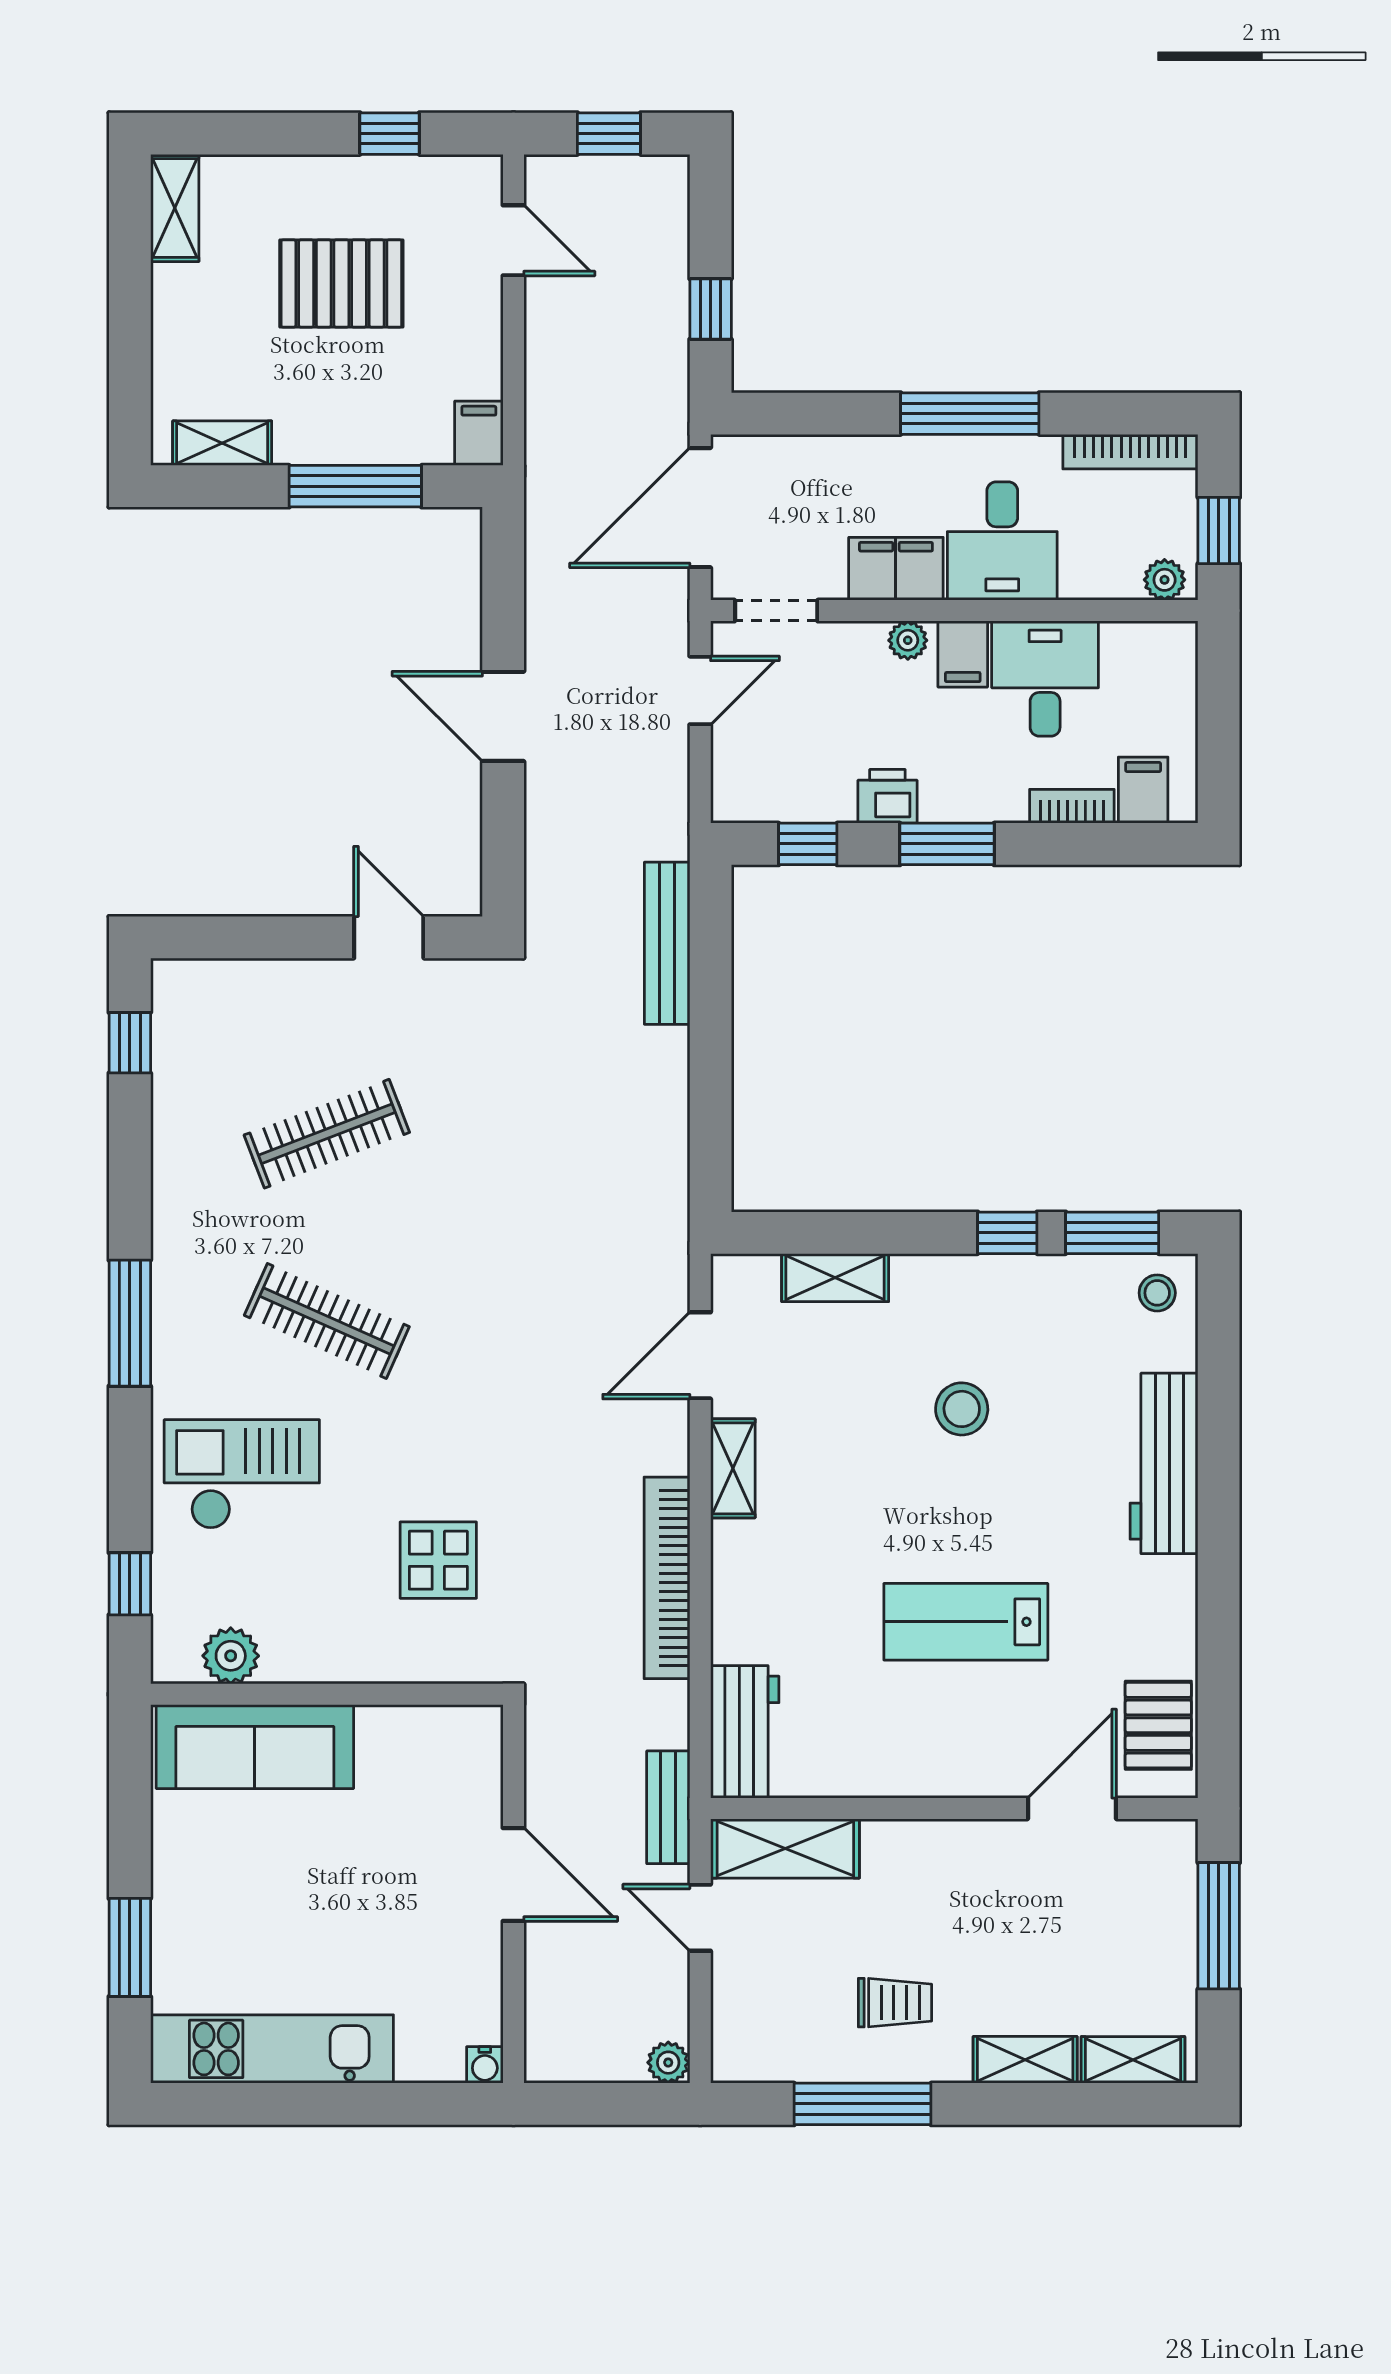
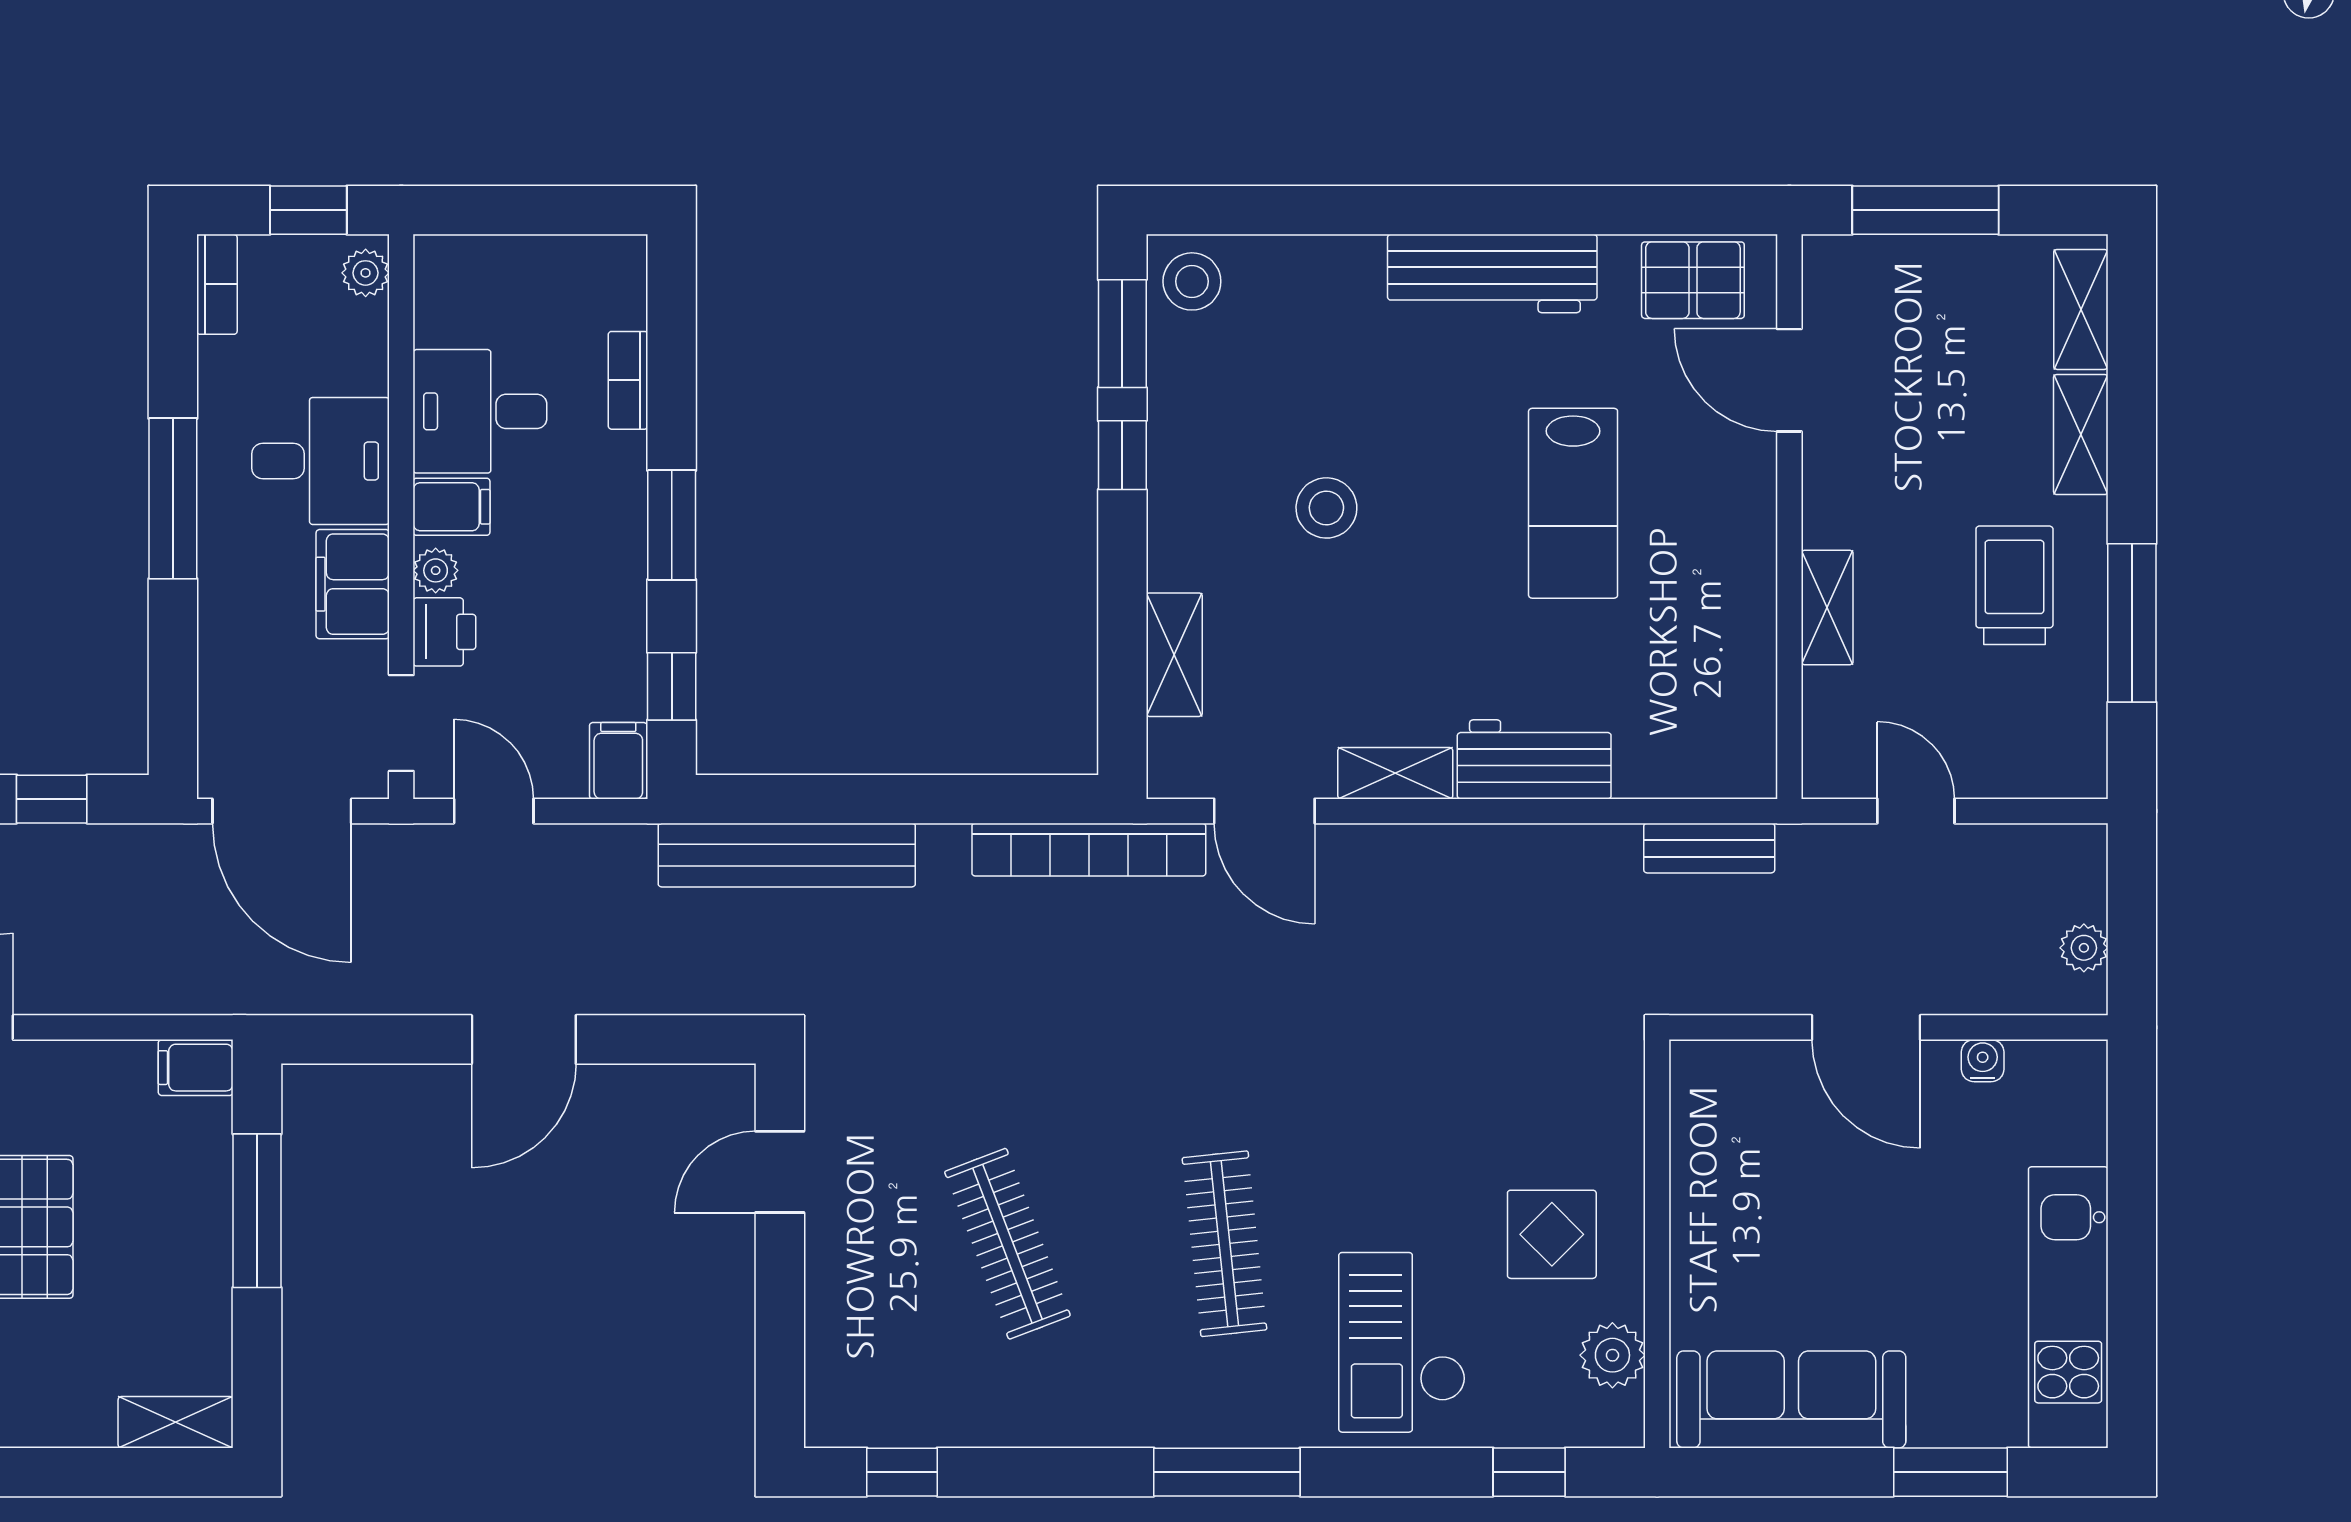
shelving: (222, 443) -> (176, 1422), moved, turned 90
bookcase: (1130, 452) -> (217, 284), width x0.64
filing cabinet: (1143, 790) -> (618, 761), moved, turned 90
printer: (887, 796) -> (444, 632), moved, turned 180
bench: (667, 943) -> (787, 855), width x1.37, depth x1.21
stool: (1157, 1293) -> (1192, 281), width x1.37, depth x1.37
clothes rail: (327, 1321) -> (1224, 1244), turned -30
workbench: (1164, 1463) -> (1492, 273), moved
display table: (438, 1560) -> (1552, 1234), moved
bookcase: (667, 1578) -> (1089, 850), moved
workbench: (745, 1732) -> (1534, 759), moved
sofa: (255, 1747) -> (1791, 1399), moved, turned -90
bench: (668, 1807) -> (1709, 848), moved
shelving: (785, 1848) -> (1827, 608), moved, width x0.67, depth x0.75
door: (513, 1875) -> (1866, 1027), swing flipped
door: (700, 1918) -> (1916, 811), swing flipped
trolley: (895, 2003) -> (2014, 585), width x1.36, depth x1.39
plant: (668, 2063) -> (2084, 948), moved
water cooler: (485, 2065) -> (1983, 1061), moved, turned -90

